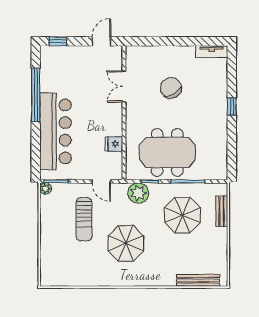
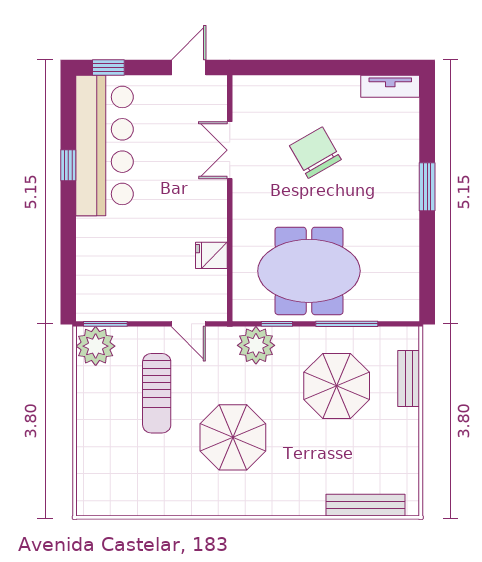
window: (36, 95) -> (68, 165), width x0.32
window: (232, 106) -> (427, 187), width x1.50
bar counter: (56, 131) -> (105, 145), moved
plant: (46, 188) -> (96, 346), width x1.87, depth x1.87

